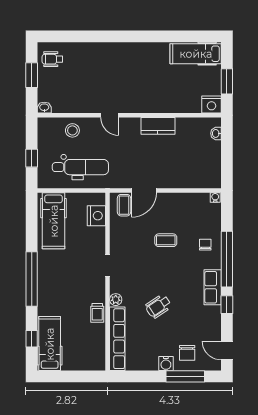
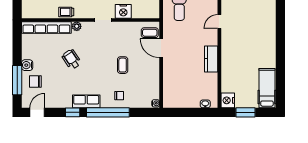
nightstand: (96, 216) -> (123, 11), moved

